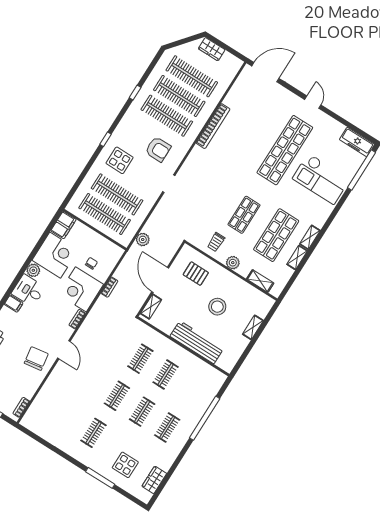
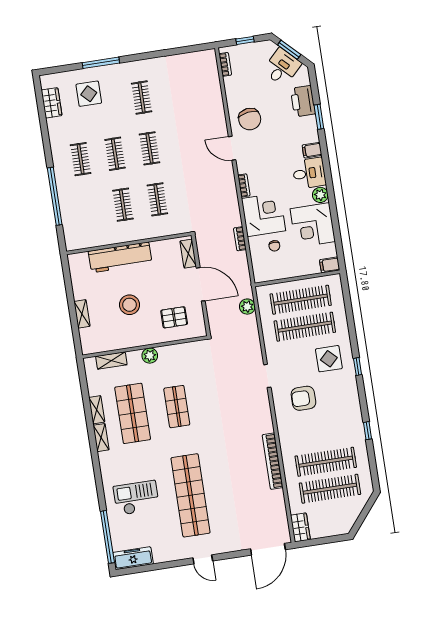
wardrobe: (212, 49) -> (300, 527), moved, turned 90
clothes rail: (167, 116) -> (322, 435), removed
checkout: (321, 179) -> (136, 498), width x0.73, depth x0.83
filing cabinet: (63, 225) -> (330, 265), width x0.50
trolley: (216, 242) -> (180, 361), removed

